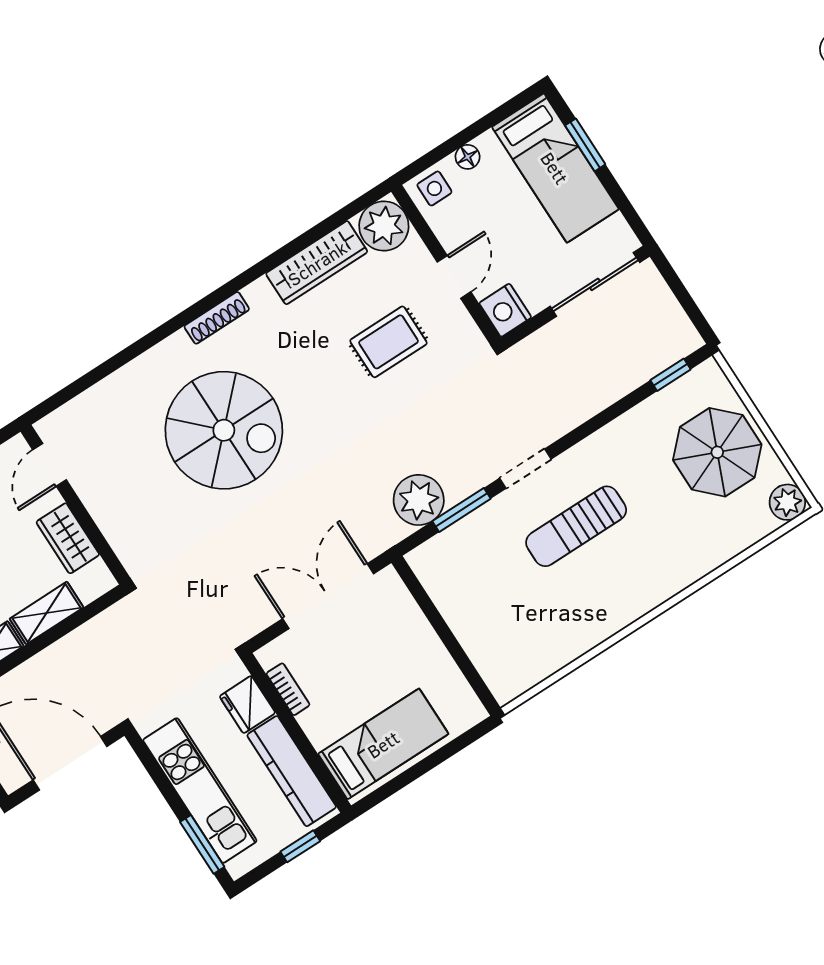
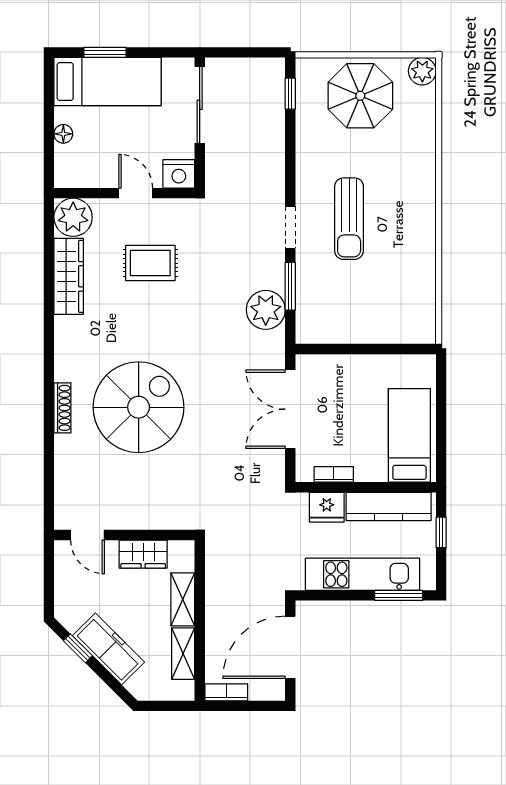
side table: (434, 188) -> (70, 169), removed
shoe rack: (217, 318) -> (62, 408), moved
rug: (389, 342) -> (150, 263), turned 90

